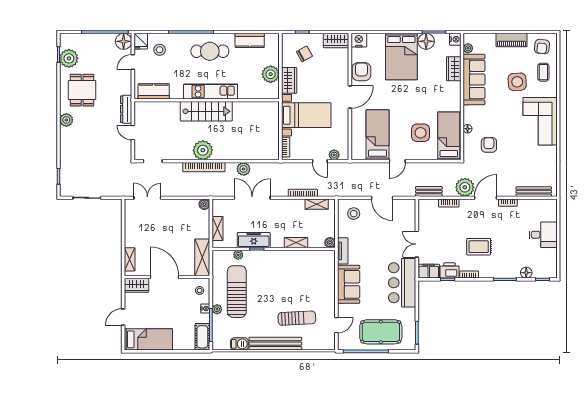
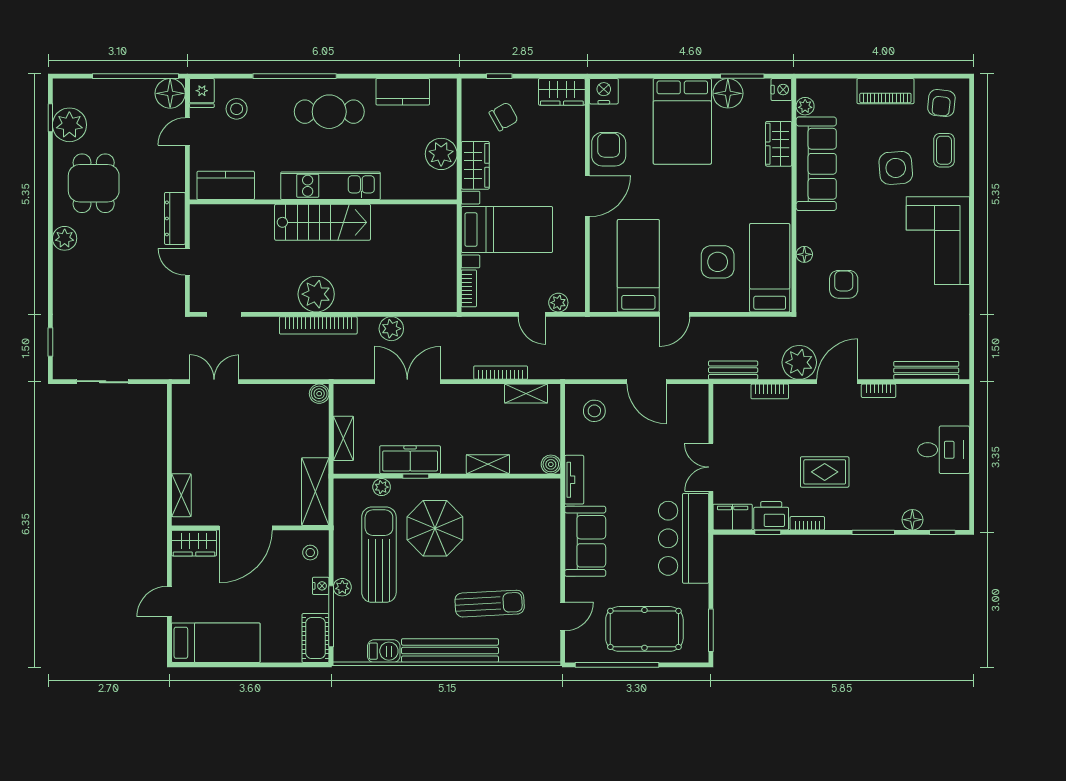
door: (164, 277) -> (246, 528), swing flipped
parasol: (267, 277) -> (435, 528), added

